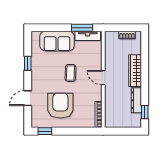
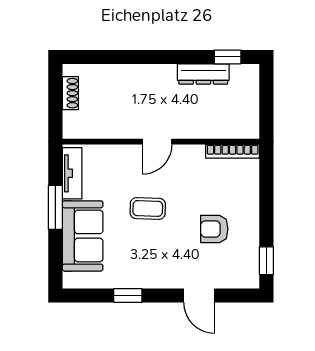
window: (82, 28) -> (55, 207), moved
wardrobe: (135, 71) -> (143, 76), removed
armchair: (60, 106) -> (214, 229), width x0.53, depth x0.53

